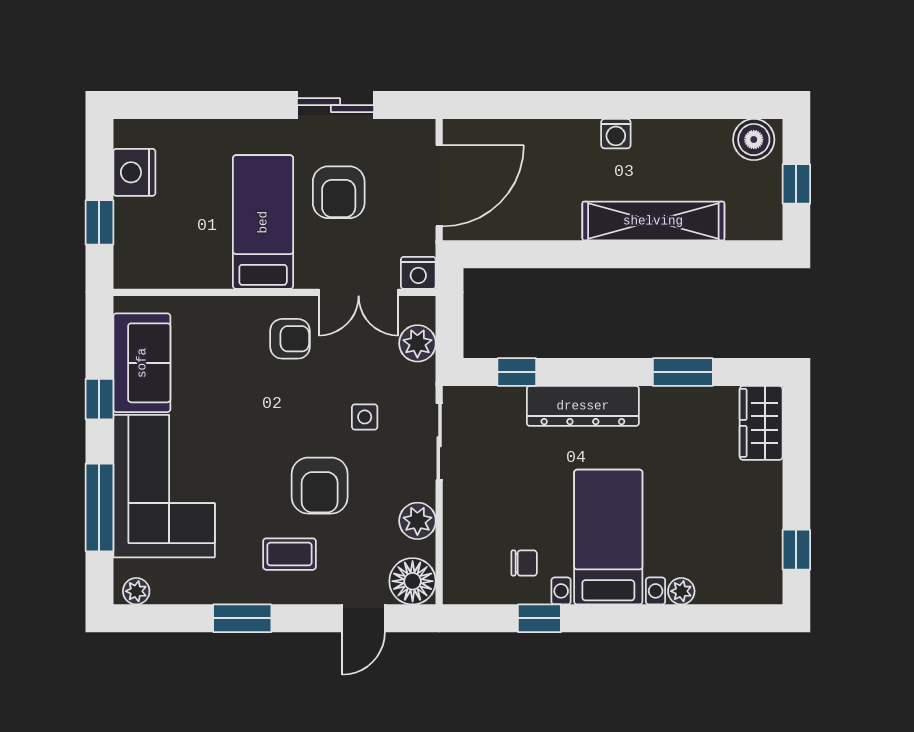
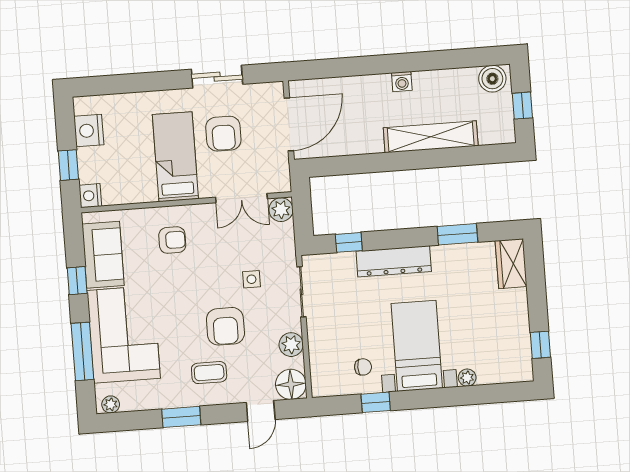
nightstand: (418, 273) -> (90, 196), moved, turned 90
armchair: (290, 339) -> (172, 240), moved
plant: (417, 343) -> (281, 210), moved

